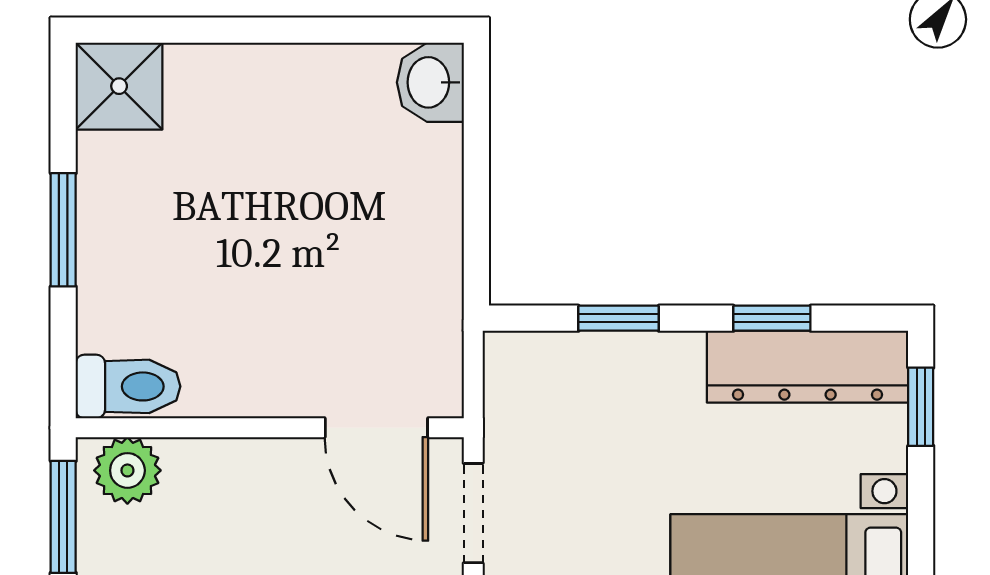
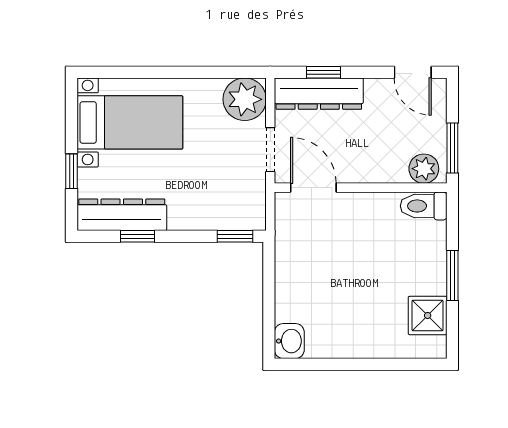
shower: (119, 86) -> (428, 315), moved
window: (619, 318) -> (235, 236), moved
window: (921, 407) -> (71, 171), moved

